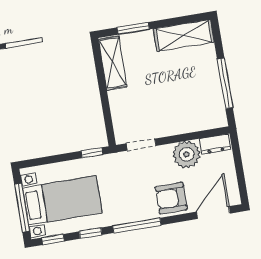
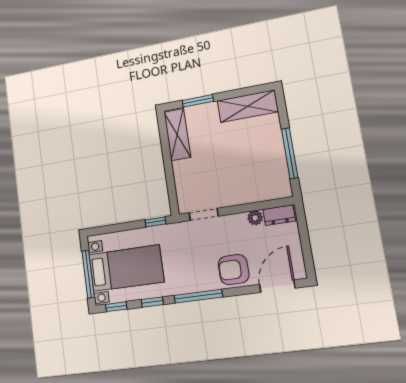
plant: (187, 154) -> (255, 218), width x0.53, depth x0.53

